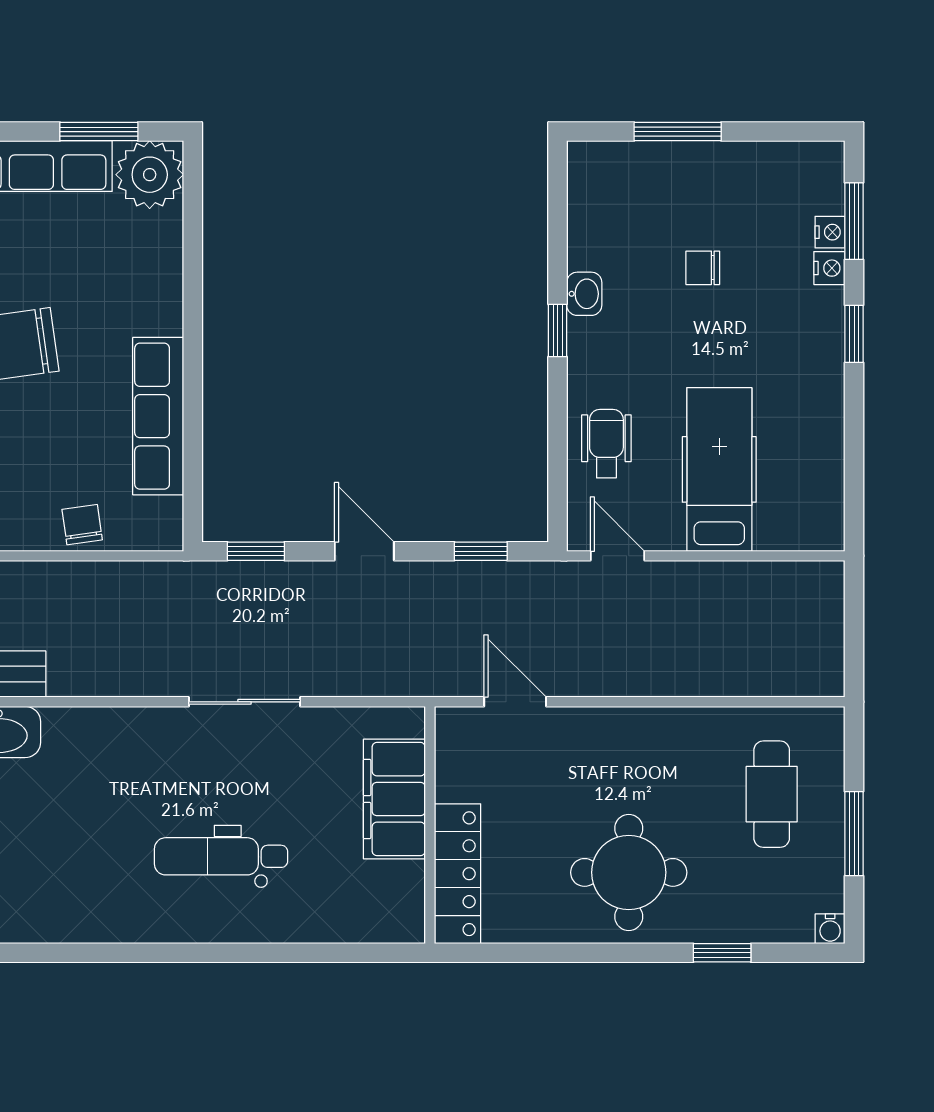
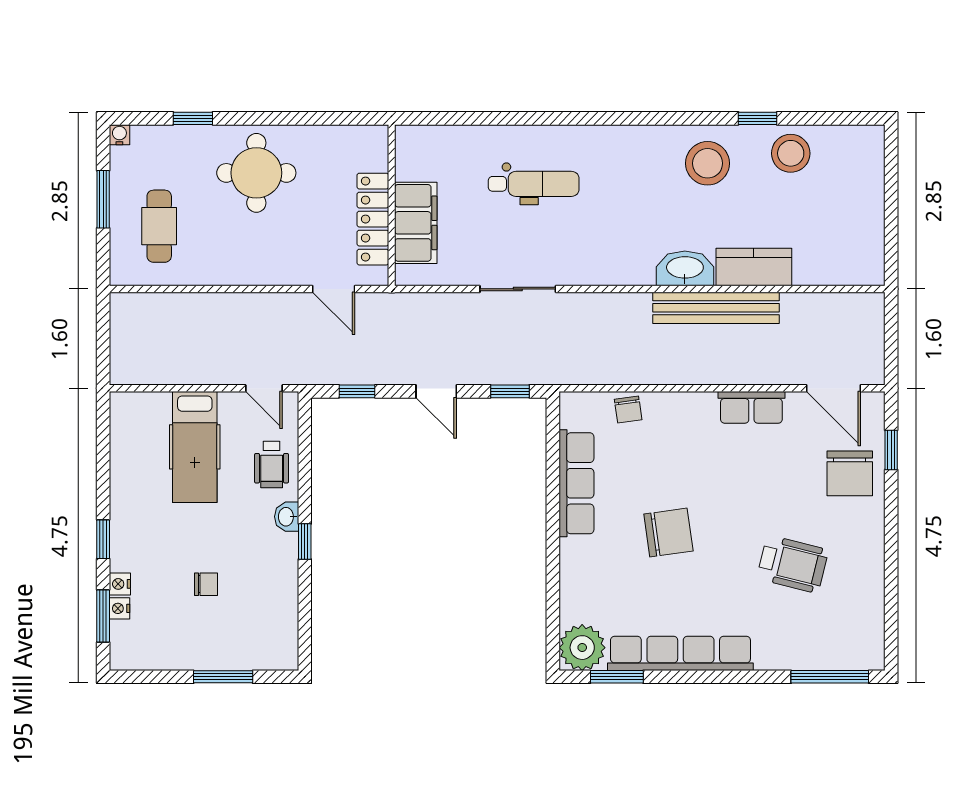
washbasin: (584, 294) -> (287, 517), moved
locker: (458, 874) -> (373, 219), moved

